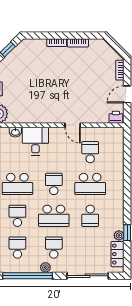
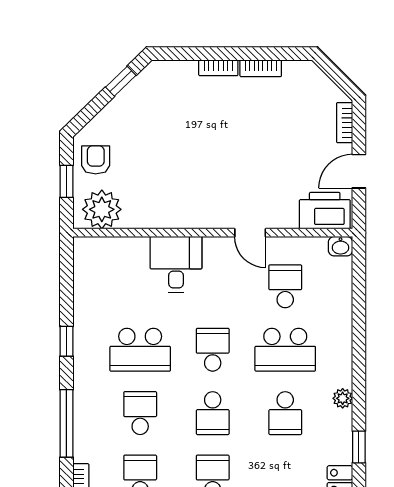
printer: (116, 117) -> (325, 211), width x1.87, depth x1.48
washbasin: (15, 132) -> (341, 246), moved
school desk: (54, 216) -> (213, 413), width x0.54
plant: (119, 235) -> (343, 398), moved

